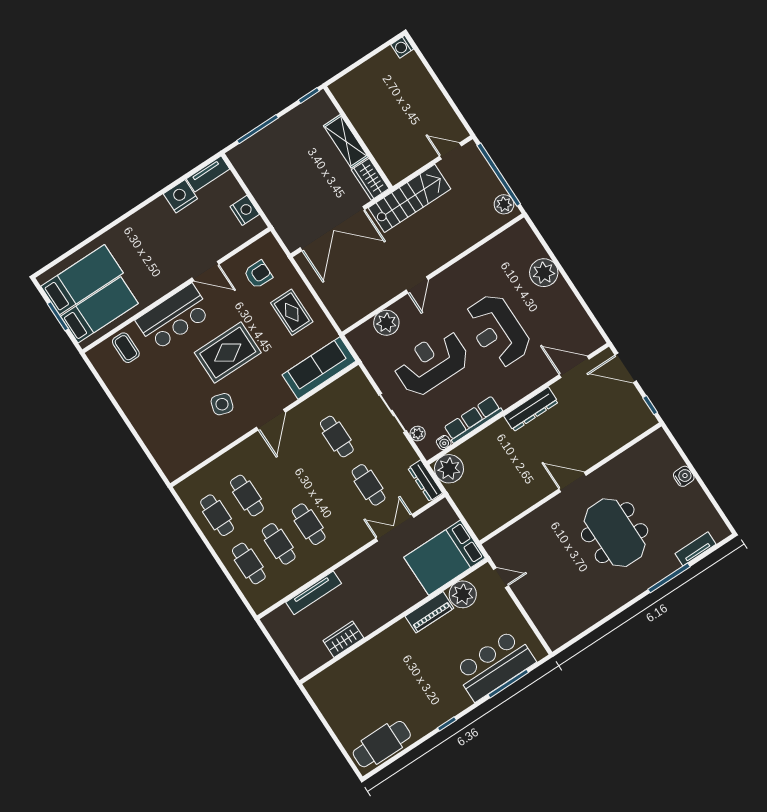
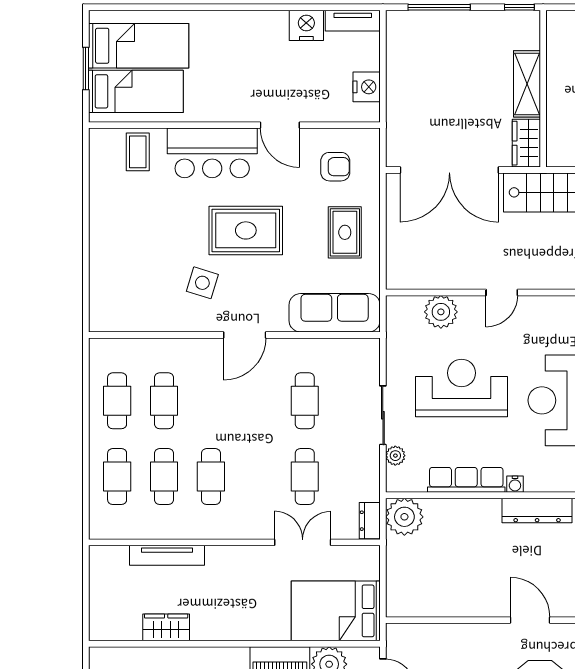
water cooler: (444, 443) -> (515, 484), moved
dresser: (425, 481) -> (370, 521), width x0.70

